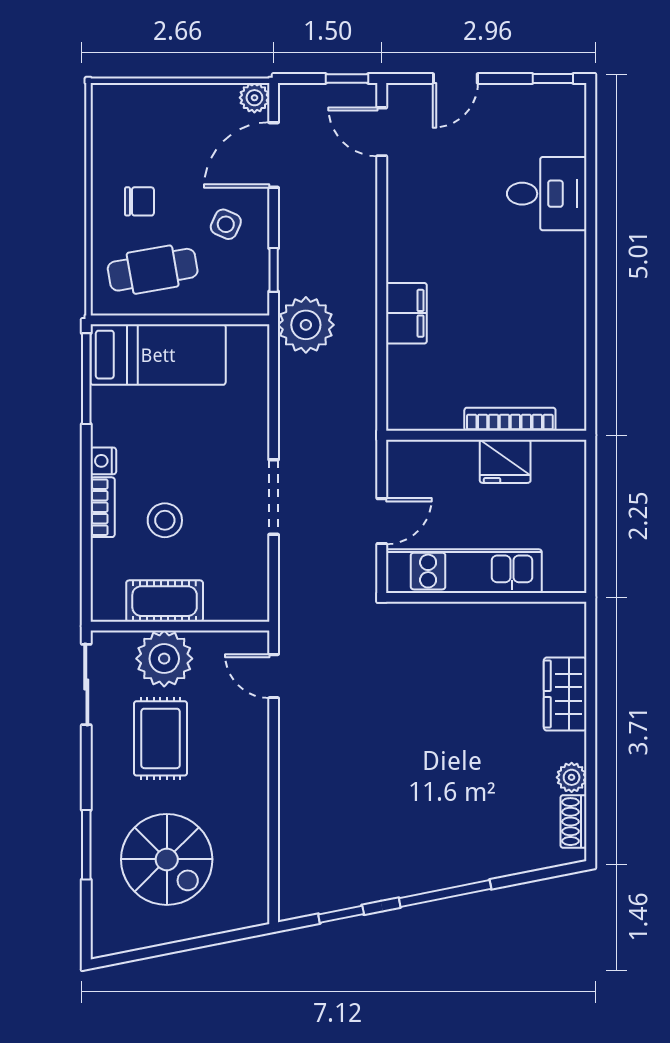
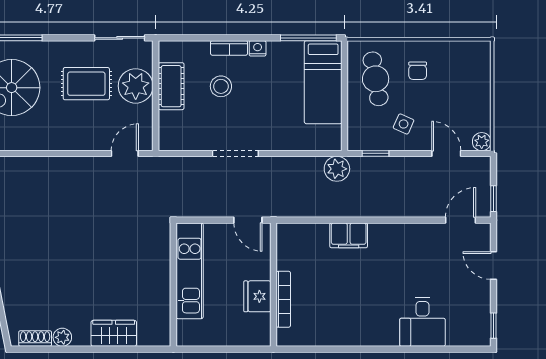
door: (274, 155) -> (446, 153), width x0.73
plant: (306, 325) -> (337, 169), width x0.73, depth x0.73
door: (382, 521) -> (248, 220), moved

